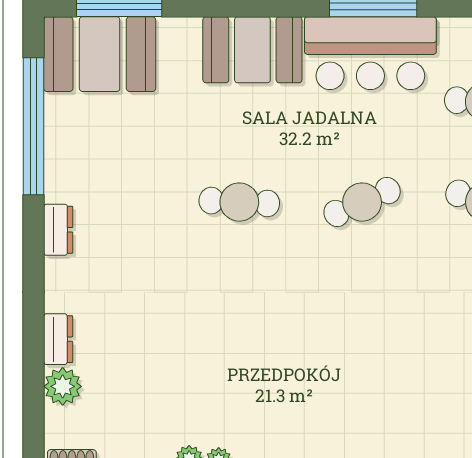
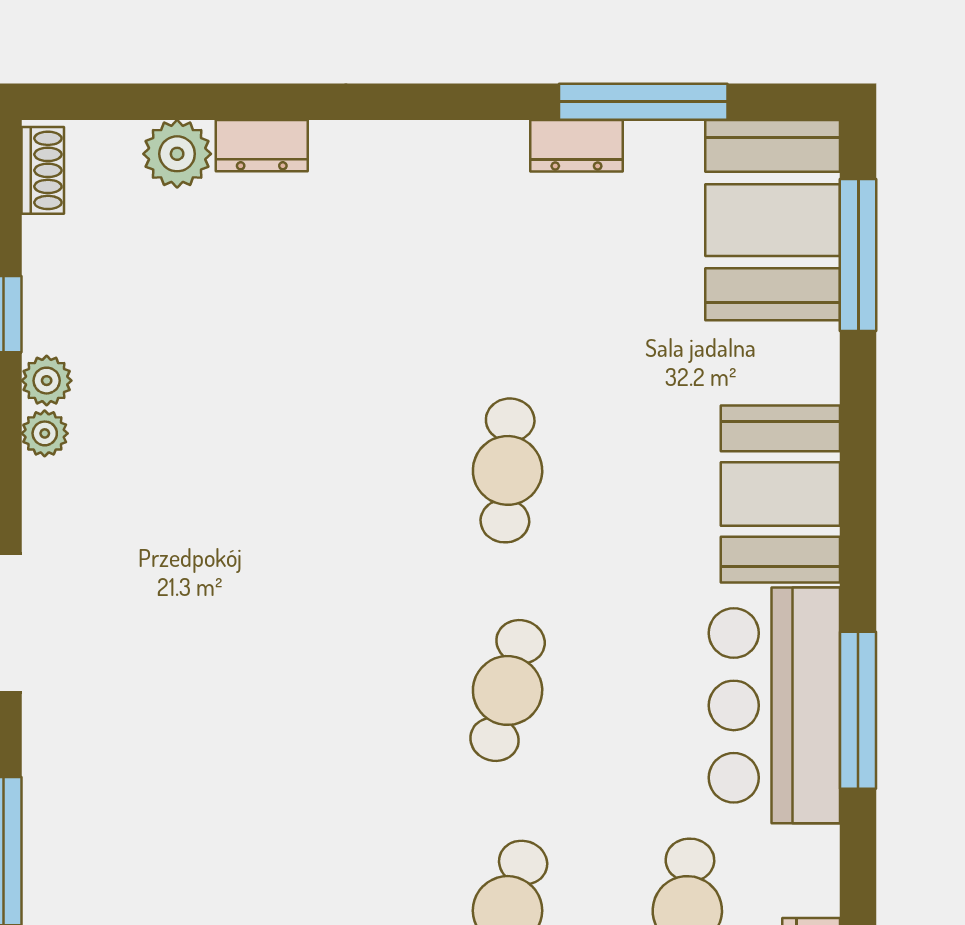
window: (34, 126) -> (643, 102), width x0.68
cafe table: (362, 202) -> (508, 690), turned 39
dresser: (58, 230) -> (576, 146), moved

